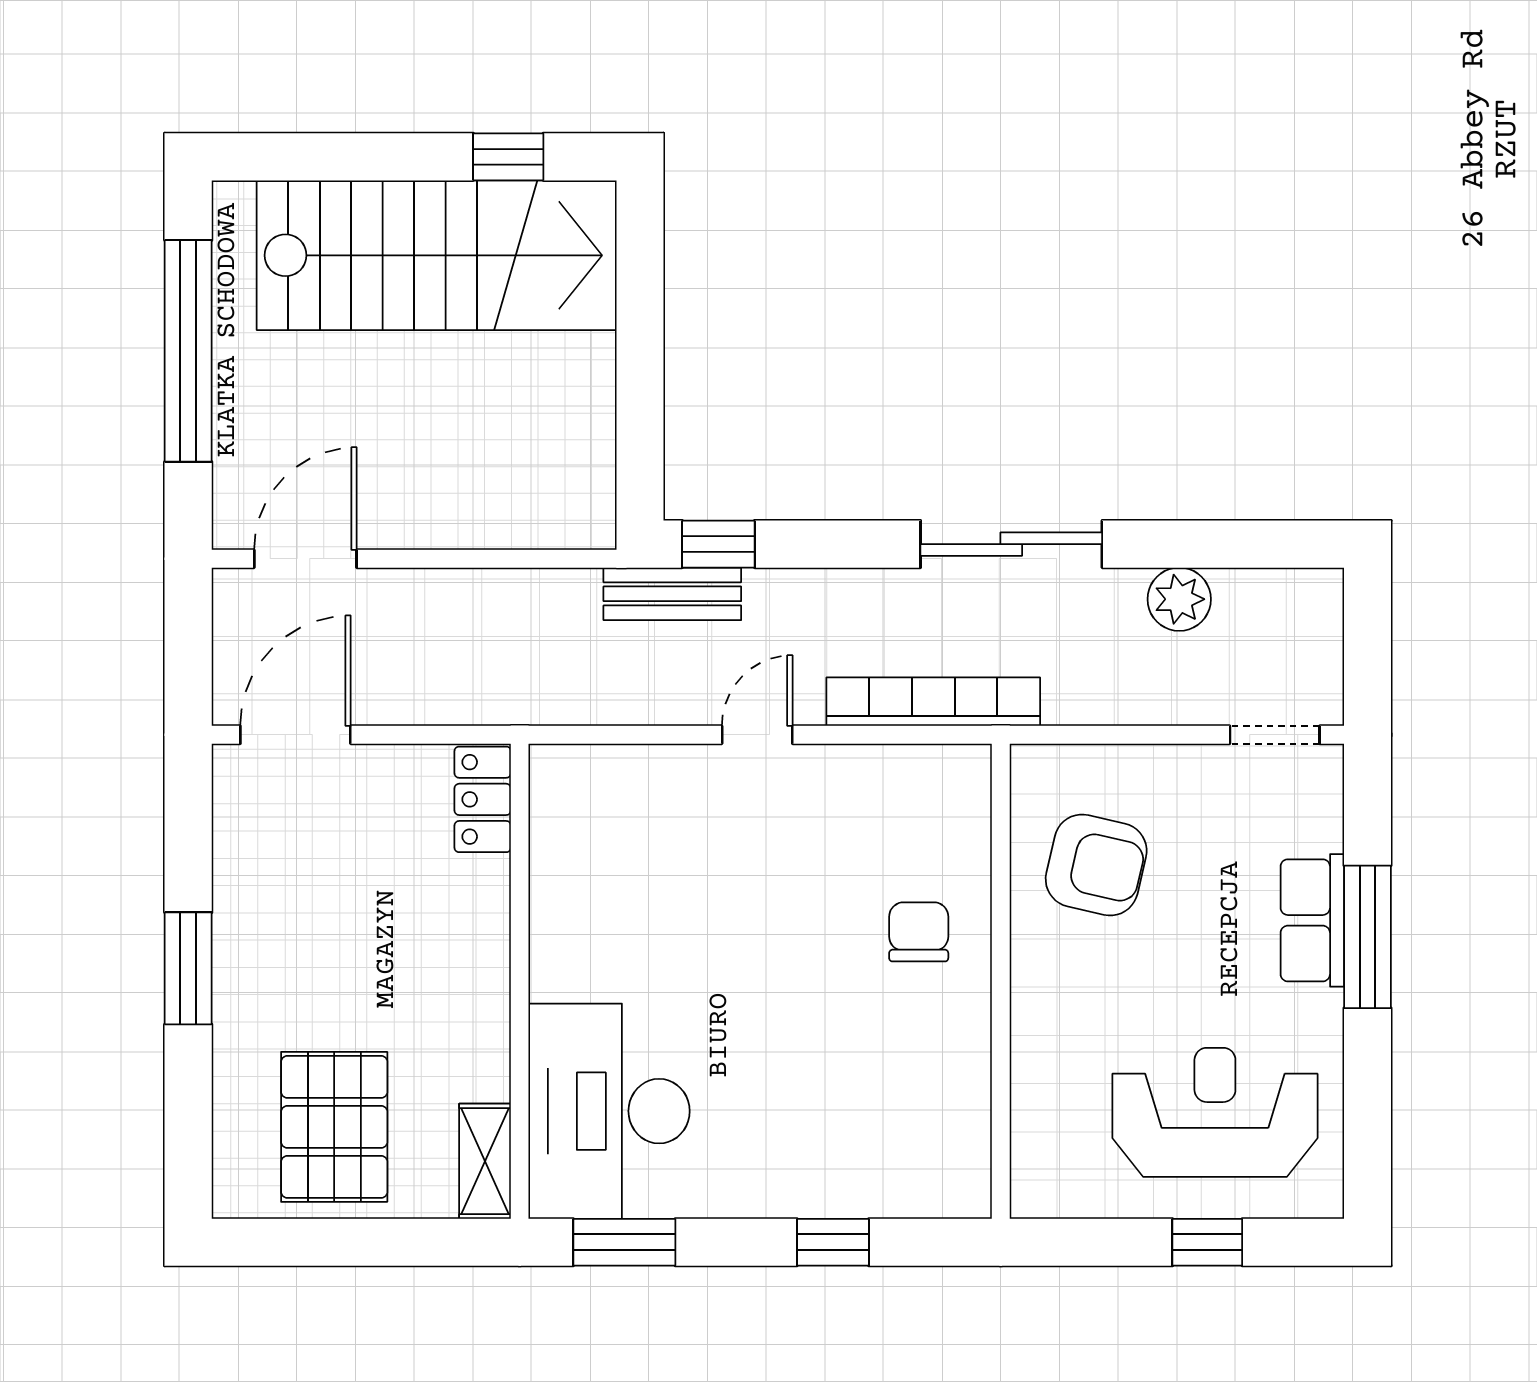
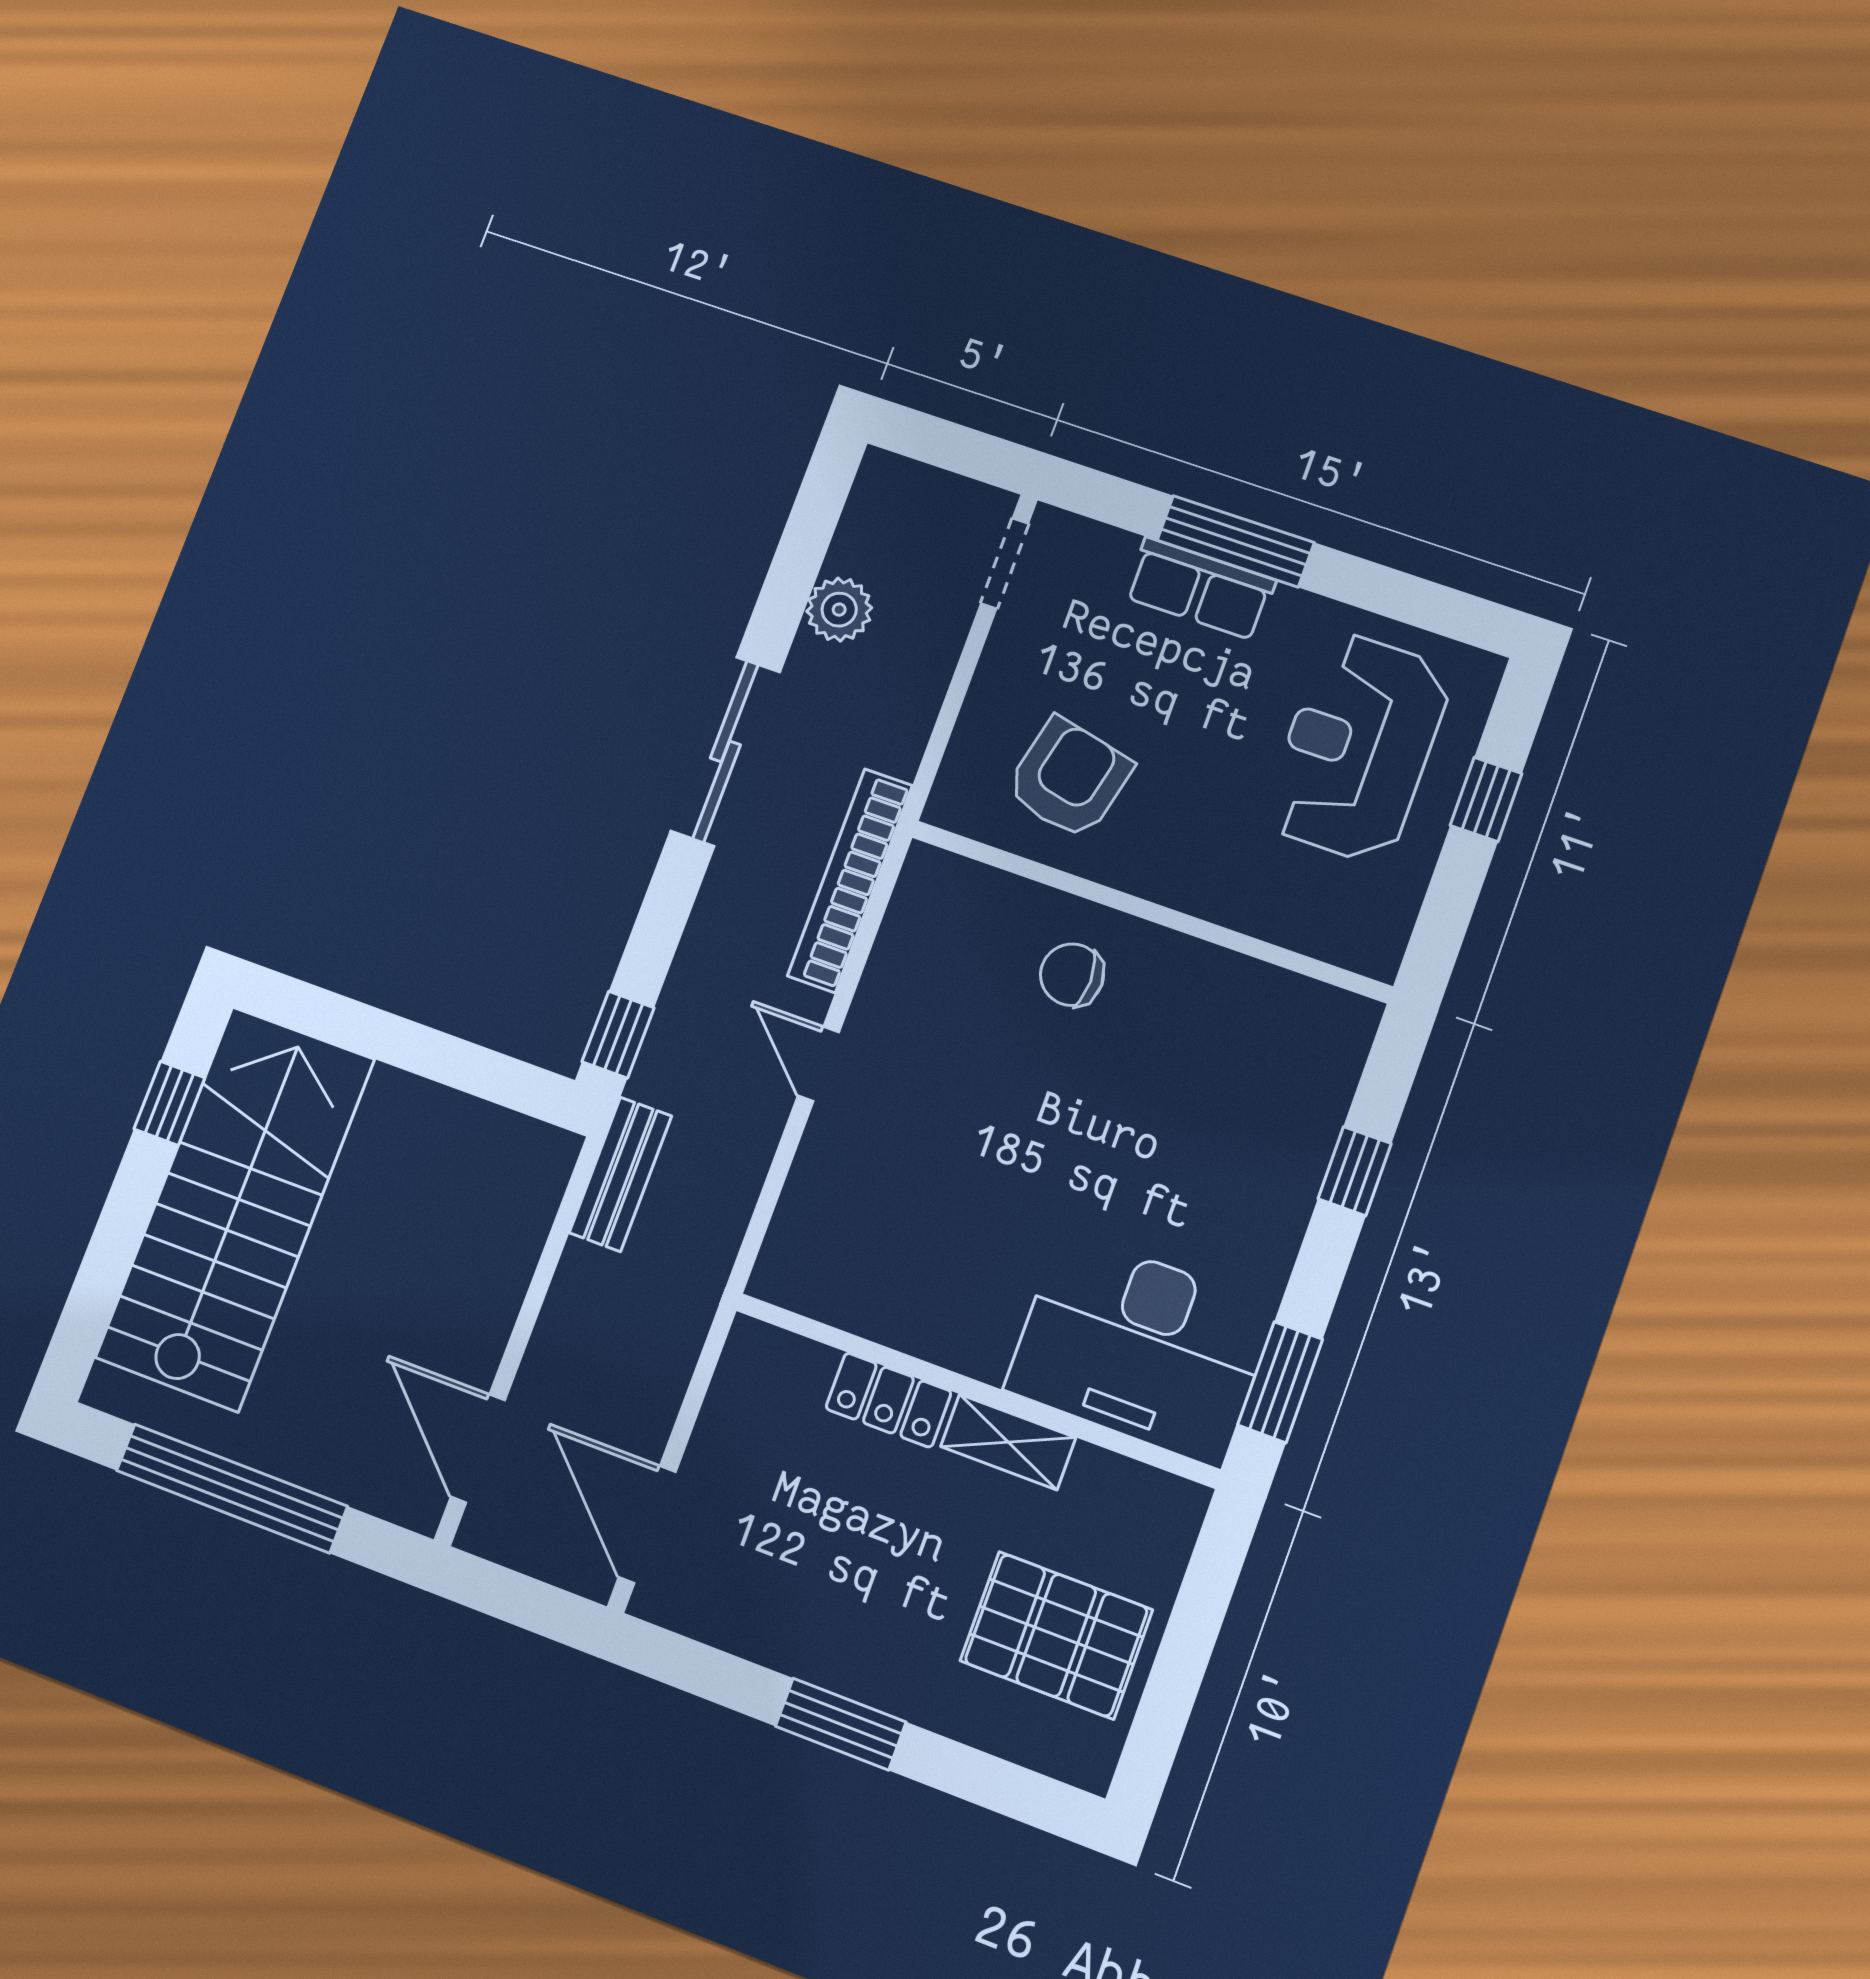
bench: (672, 594) -> (620, 1174), moved
locker: (483, 799) -> (888, 1400), moved
shelving: (485, 1161) -> (1008, 1442), moved

